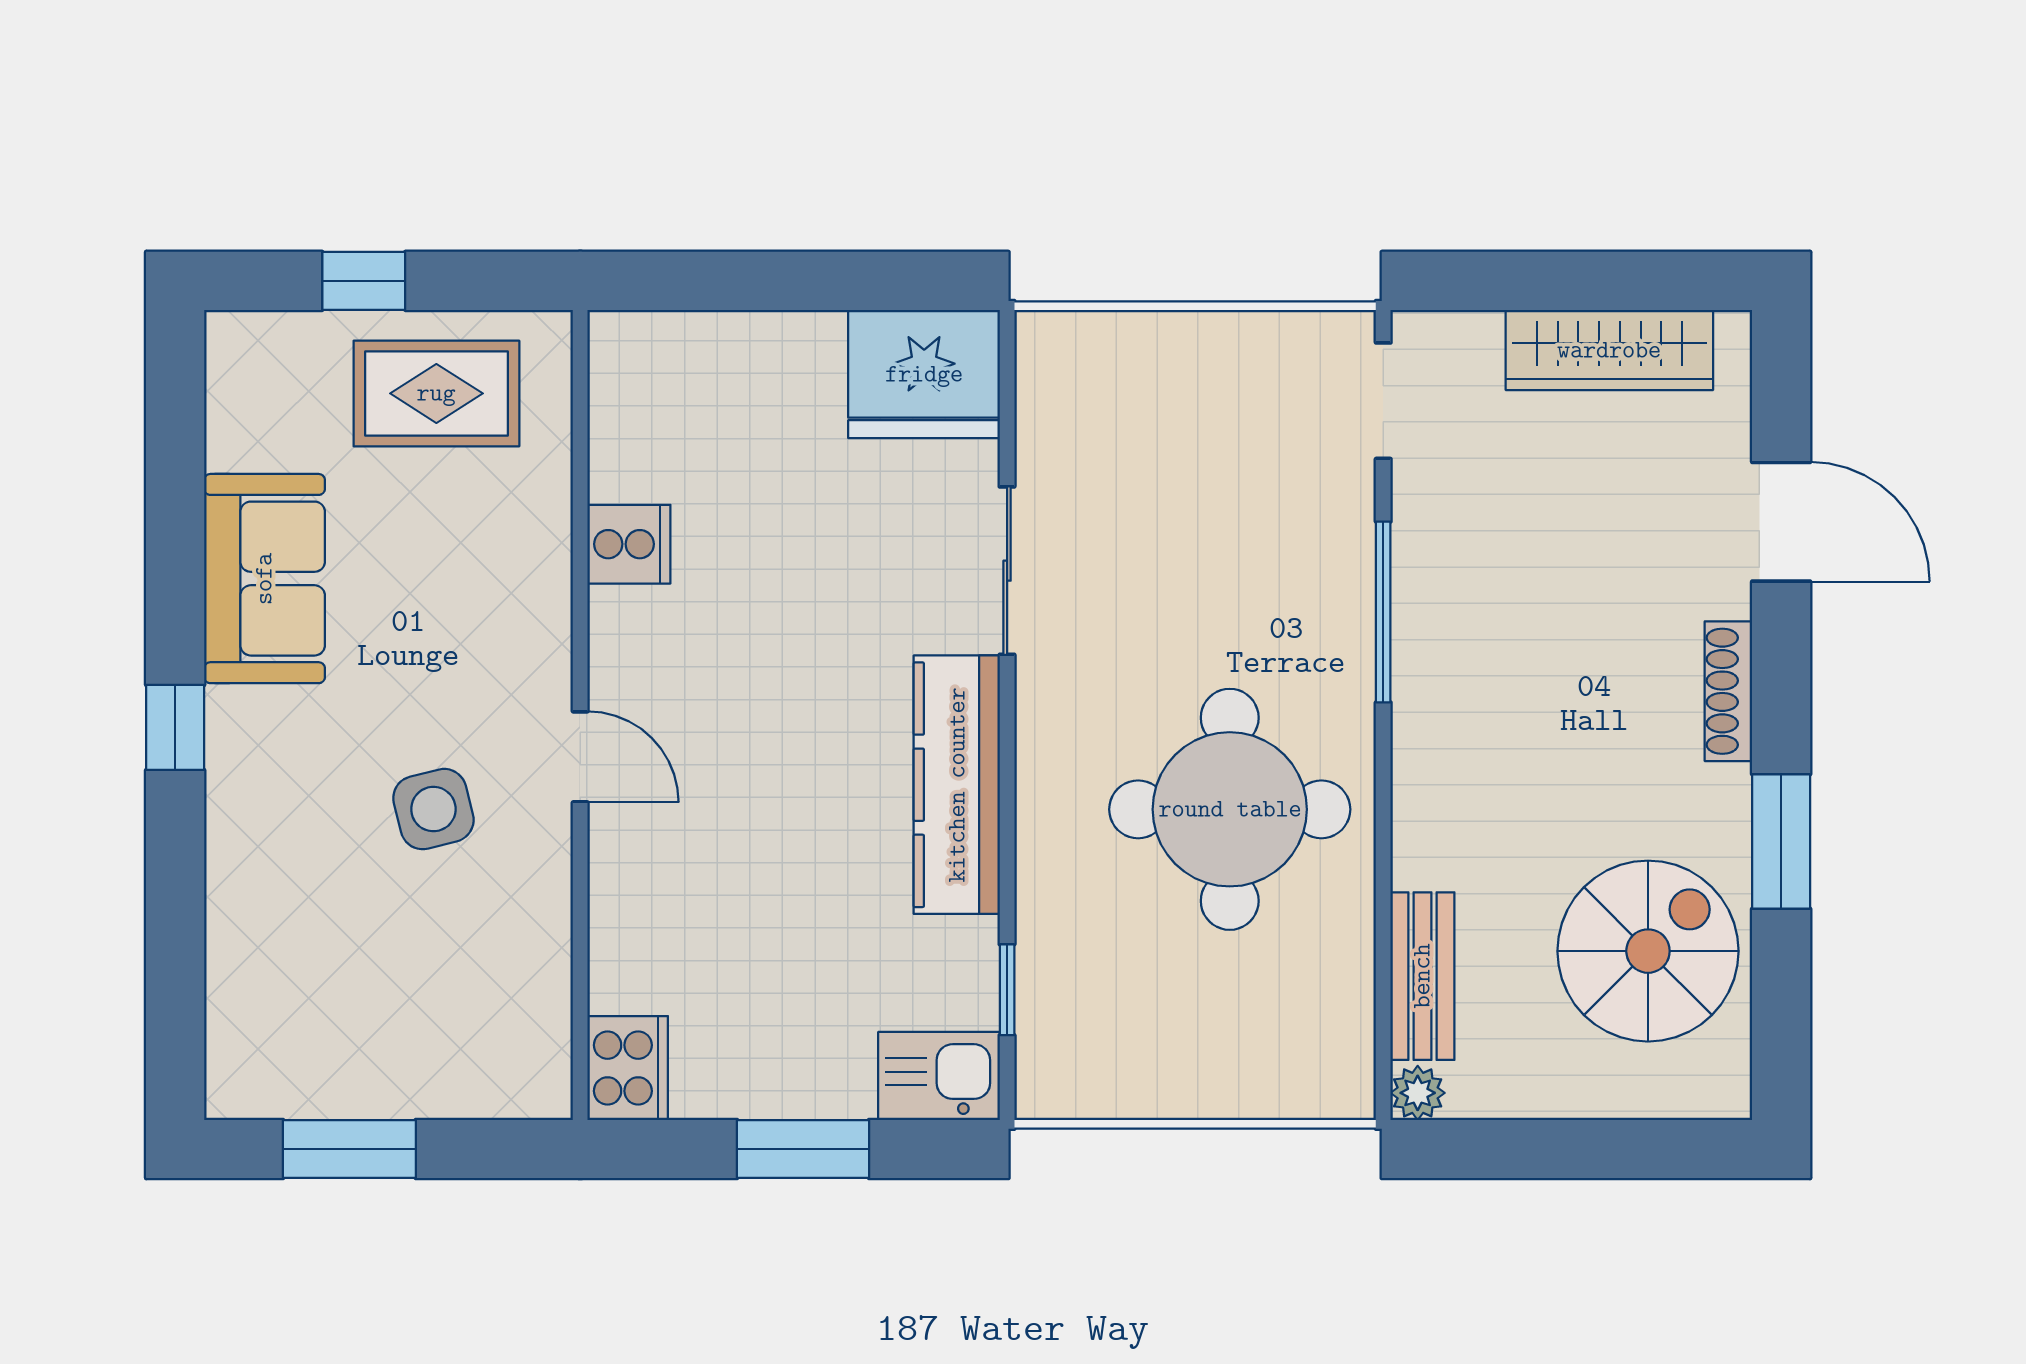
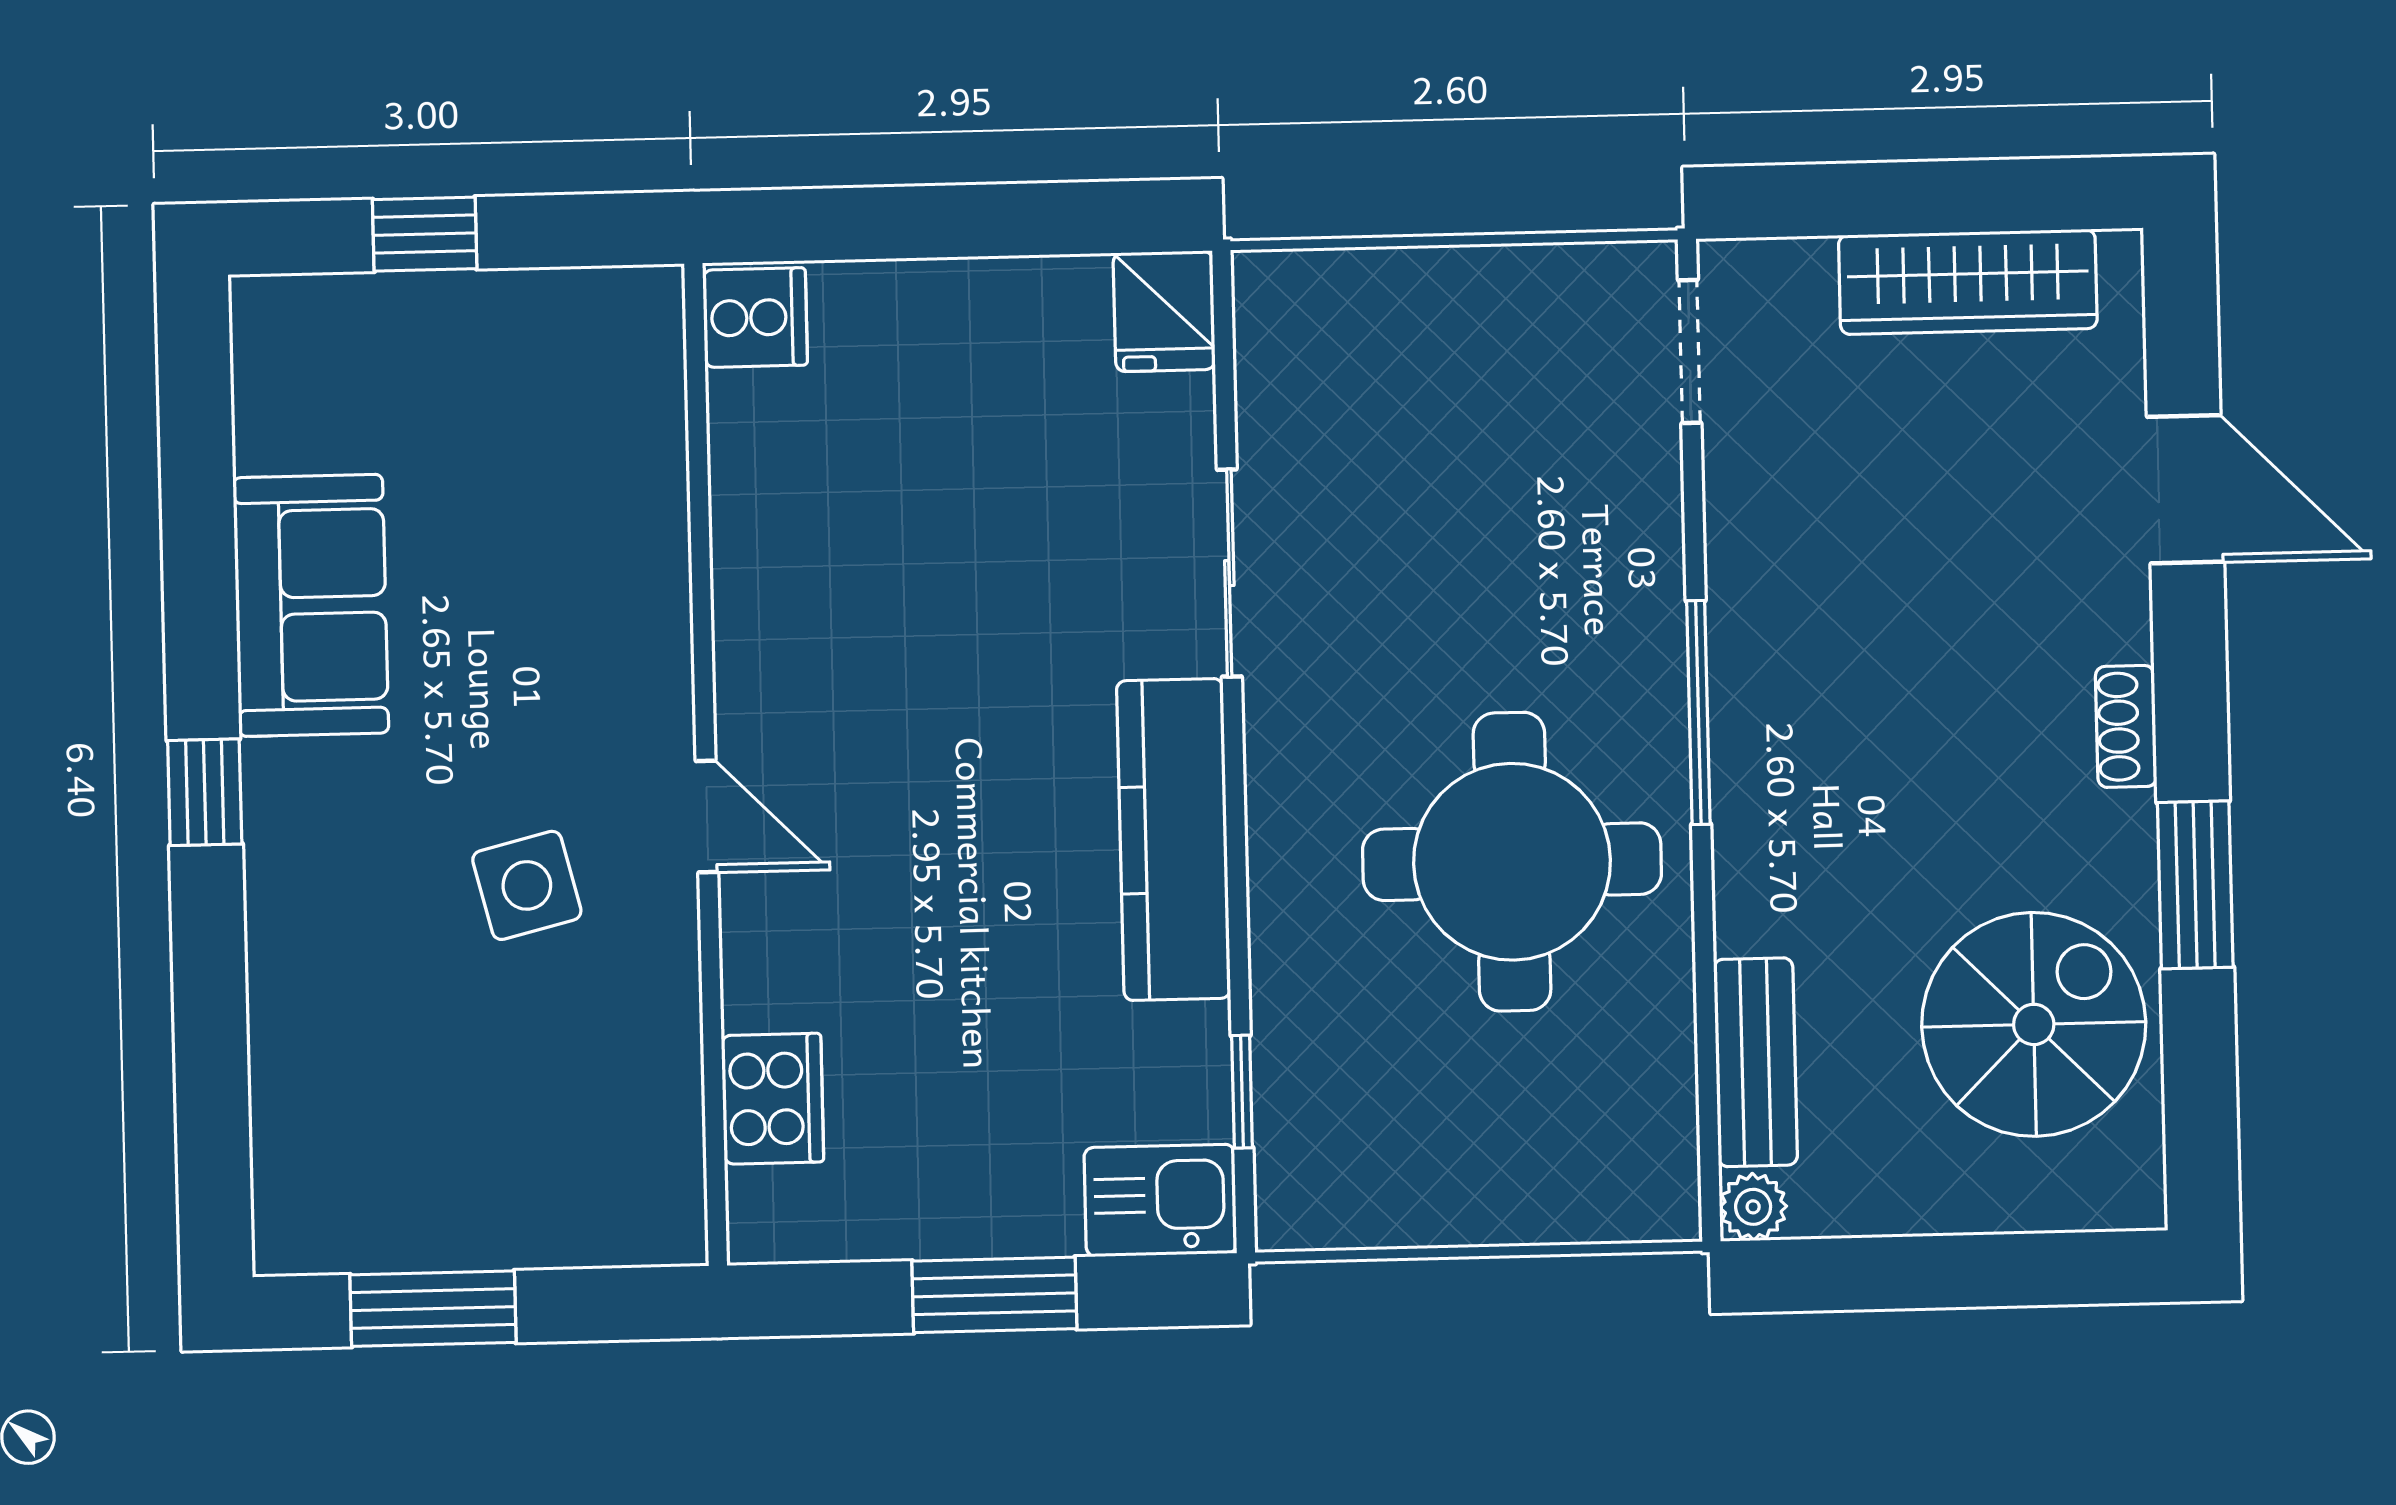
fridge: (924, 374) -> (1164, 311), width x0.53, depth x0.75
rug: (436, 393) -> (518, 371), removed
cooker: (629, 544) -> (755, 318), moved
window: (1383, 612) -> (1698, 713), moved
shoe rack: (1728, 691) -> (2126, 726), width x0.70
cooker: (628, 1068) -> (772, 1099), moved

